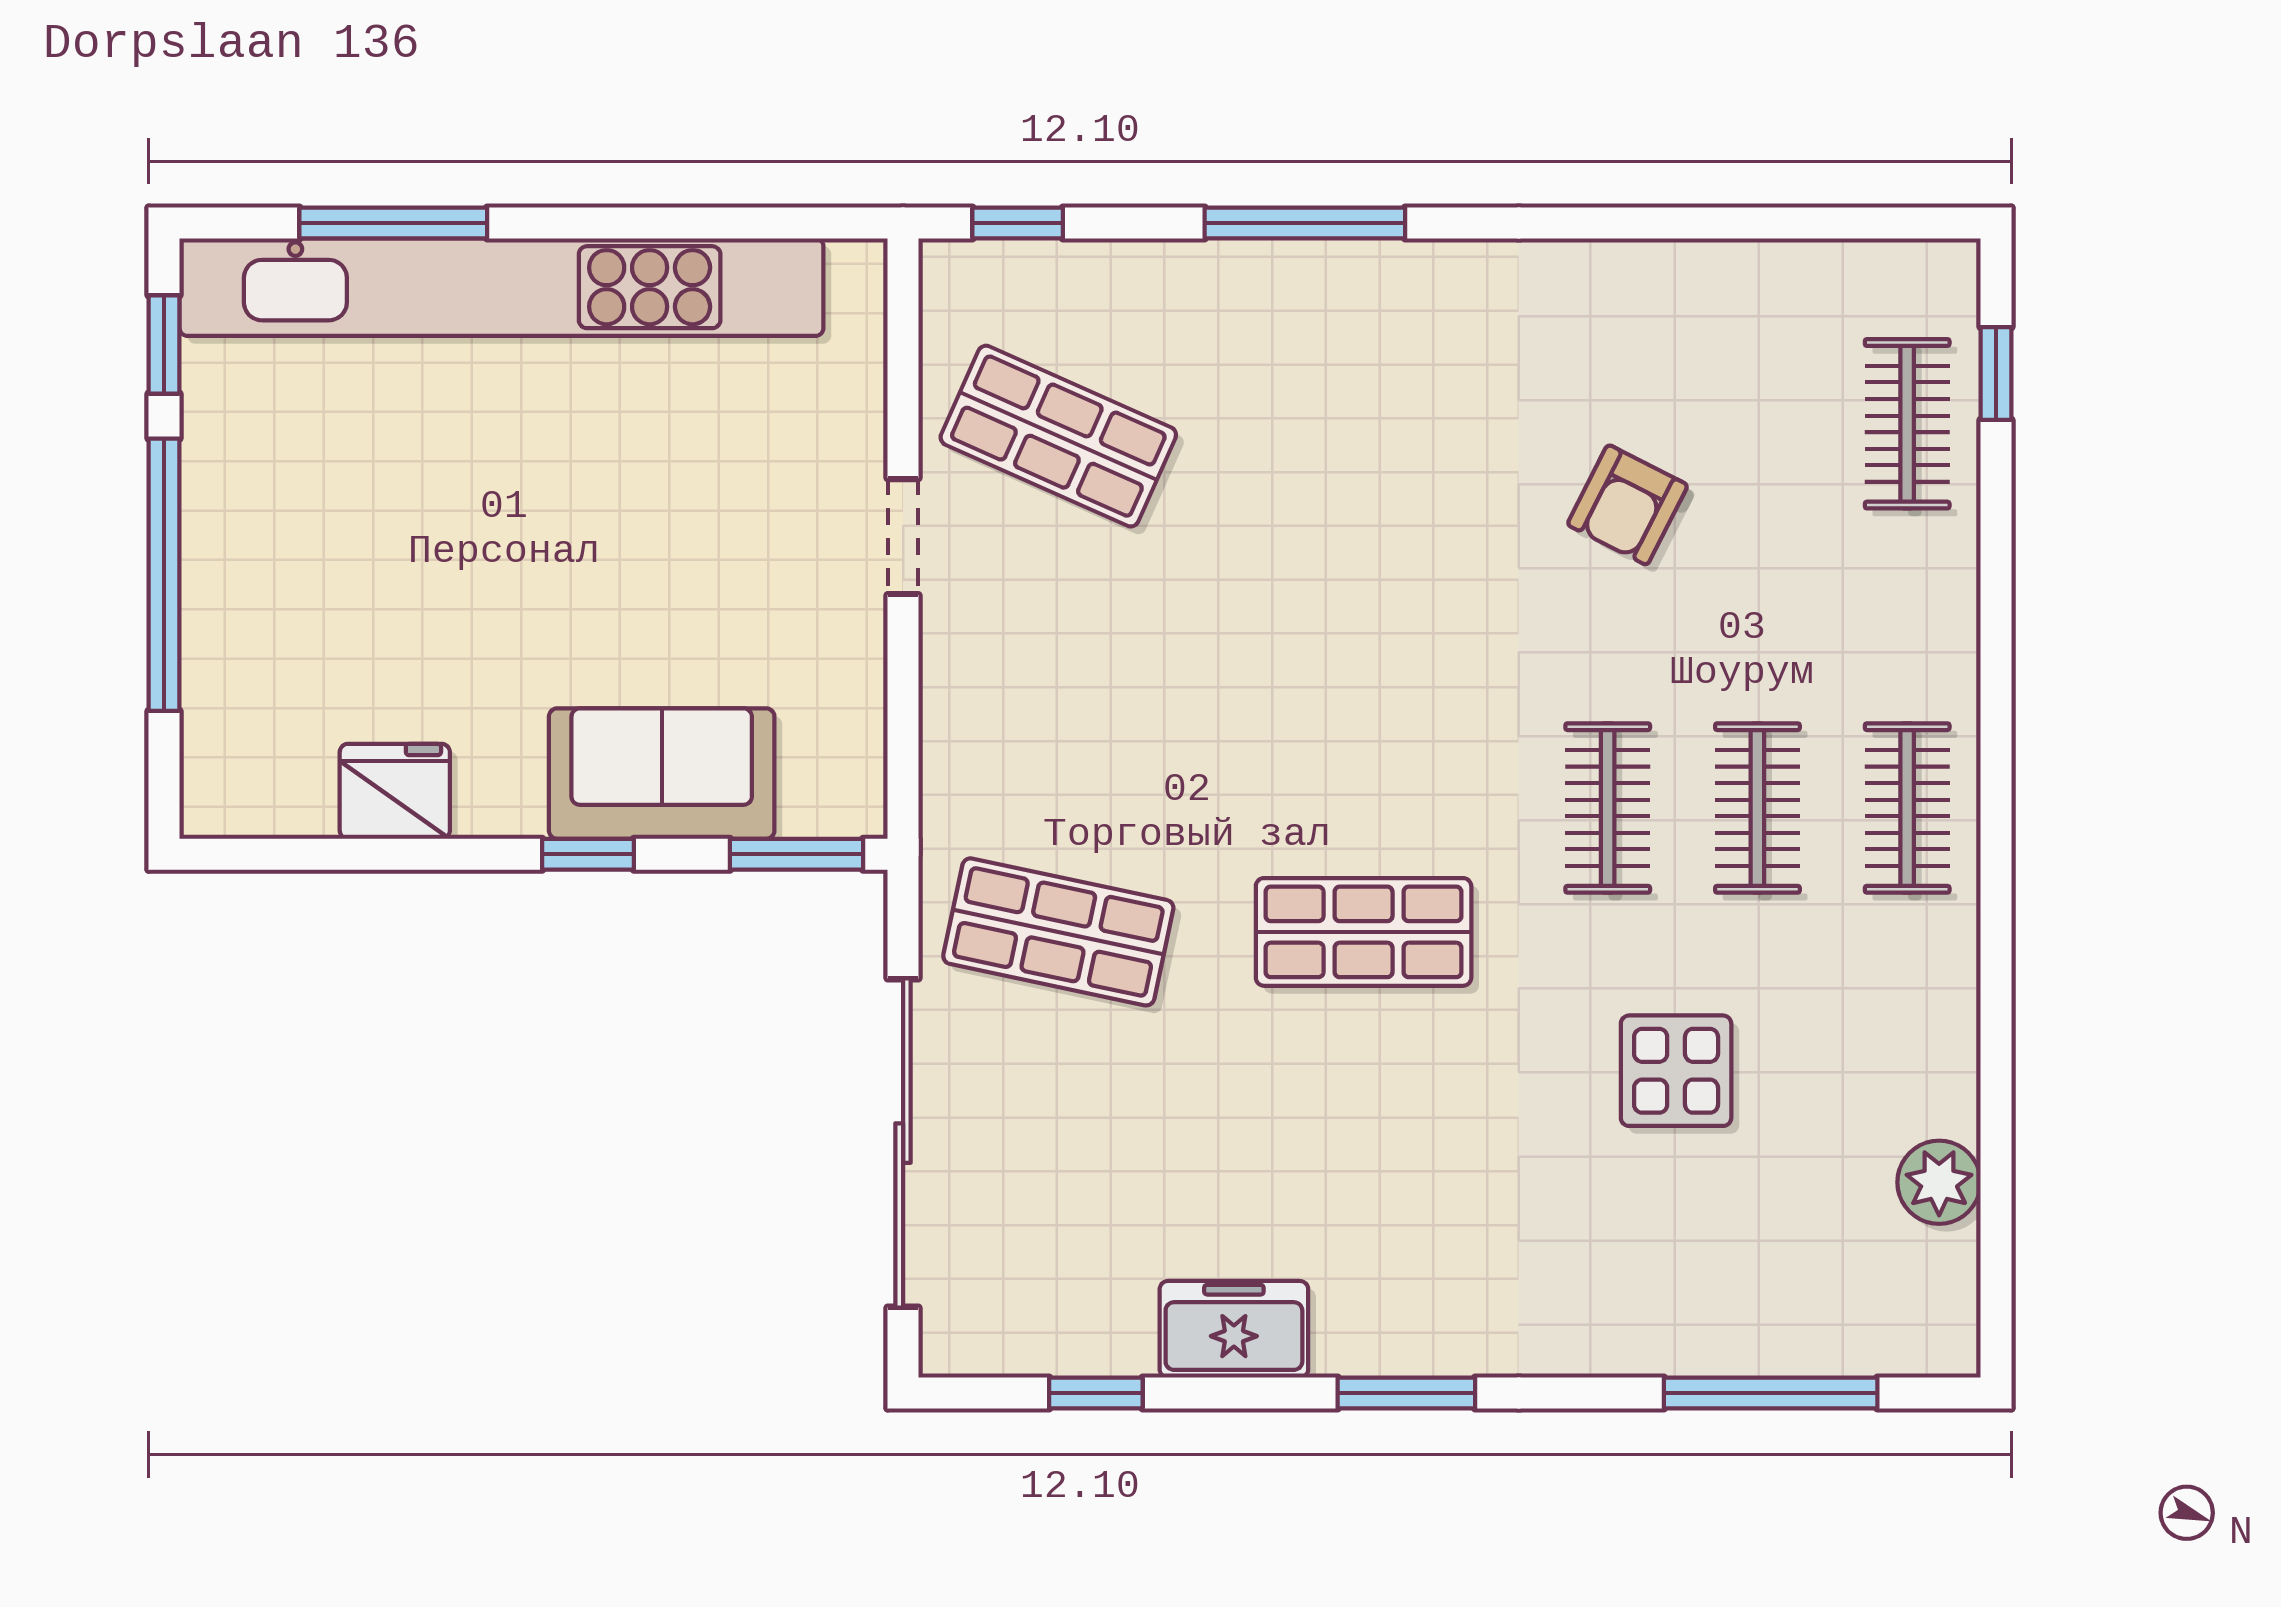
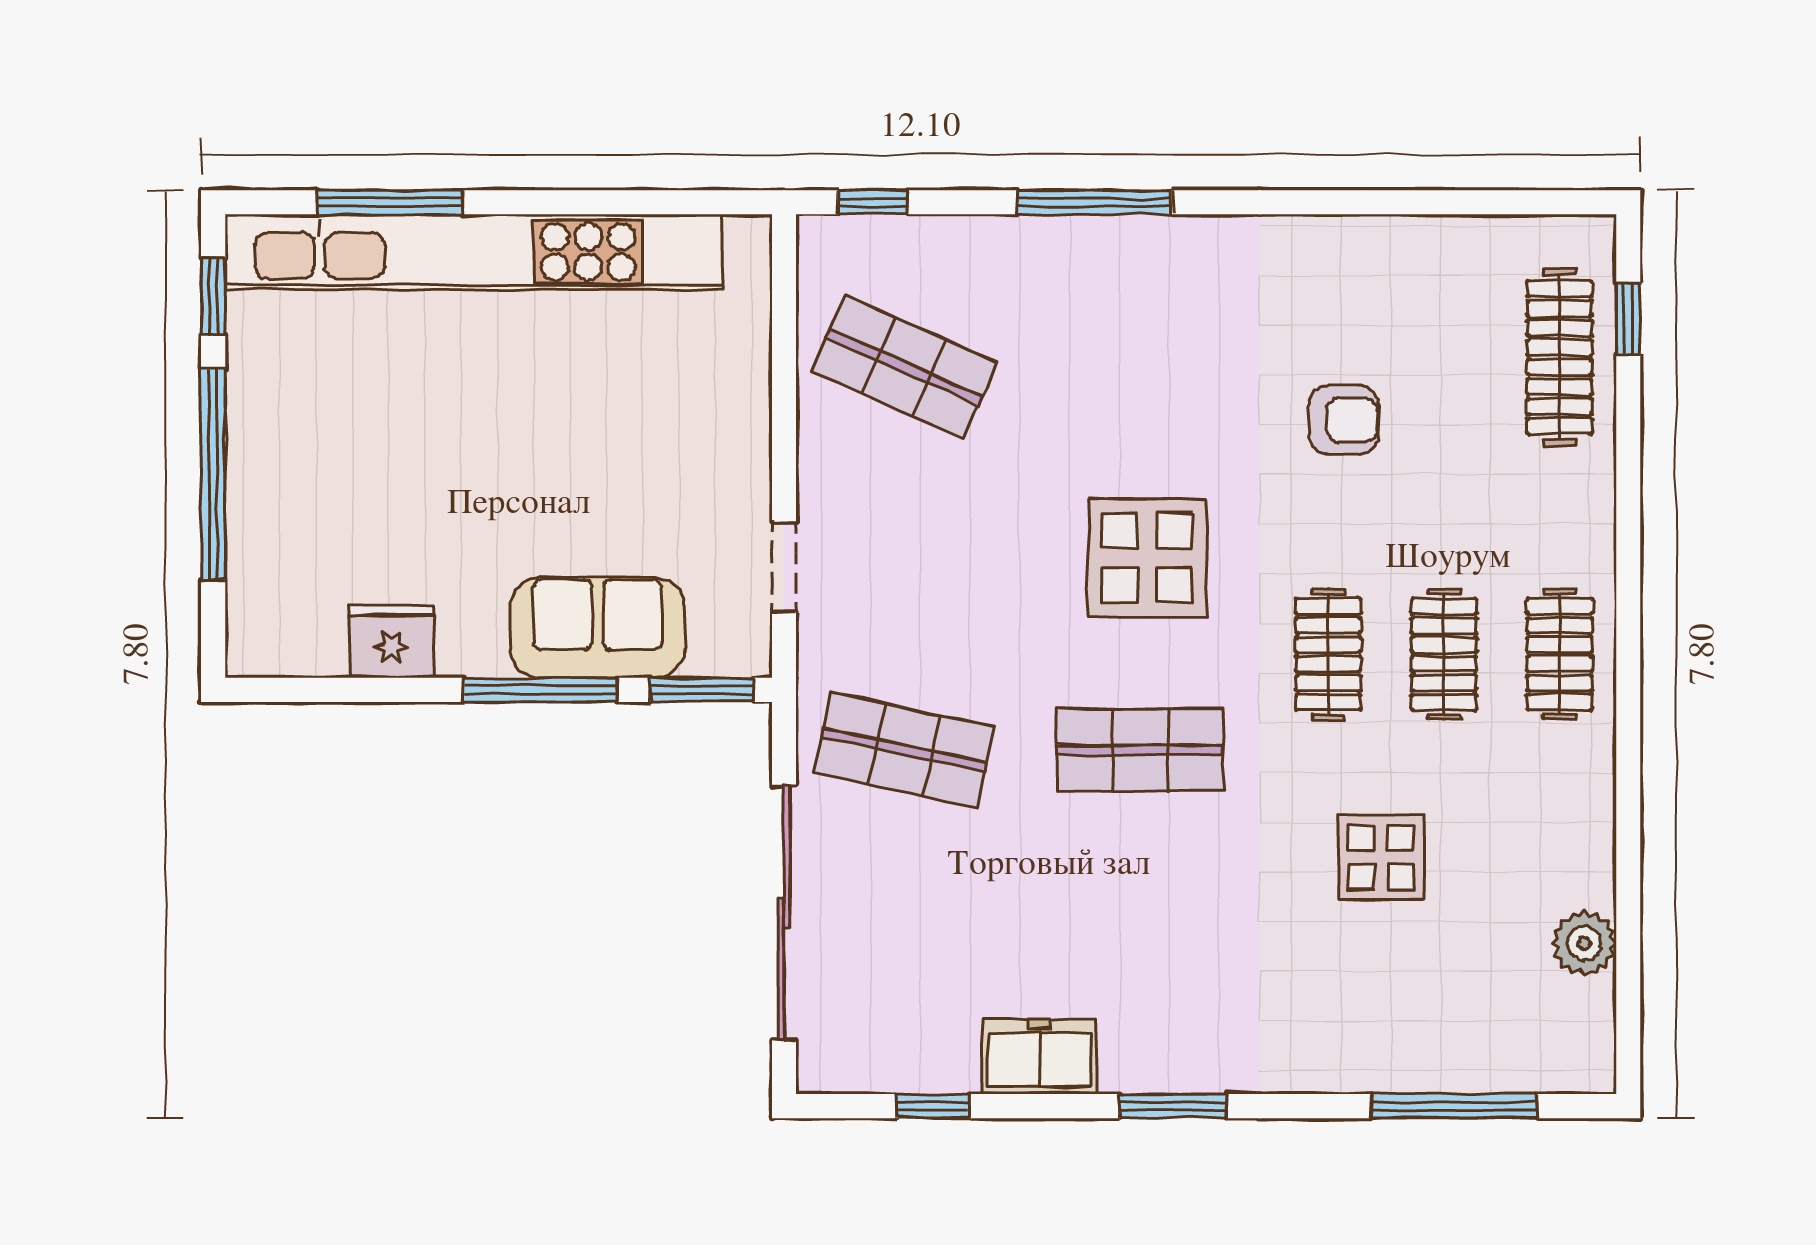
clothes rail: (1907, 424) -> (1560, 357), width x1.36
armchair: (1627, 505) -> (1344, 420), turned -117
doorway: (903, 537) -> (784, 567), moved
display table: (1373, 683) -> (1147, 558), added
window: (588, 854) -> (541, 690), width x2.17

